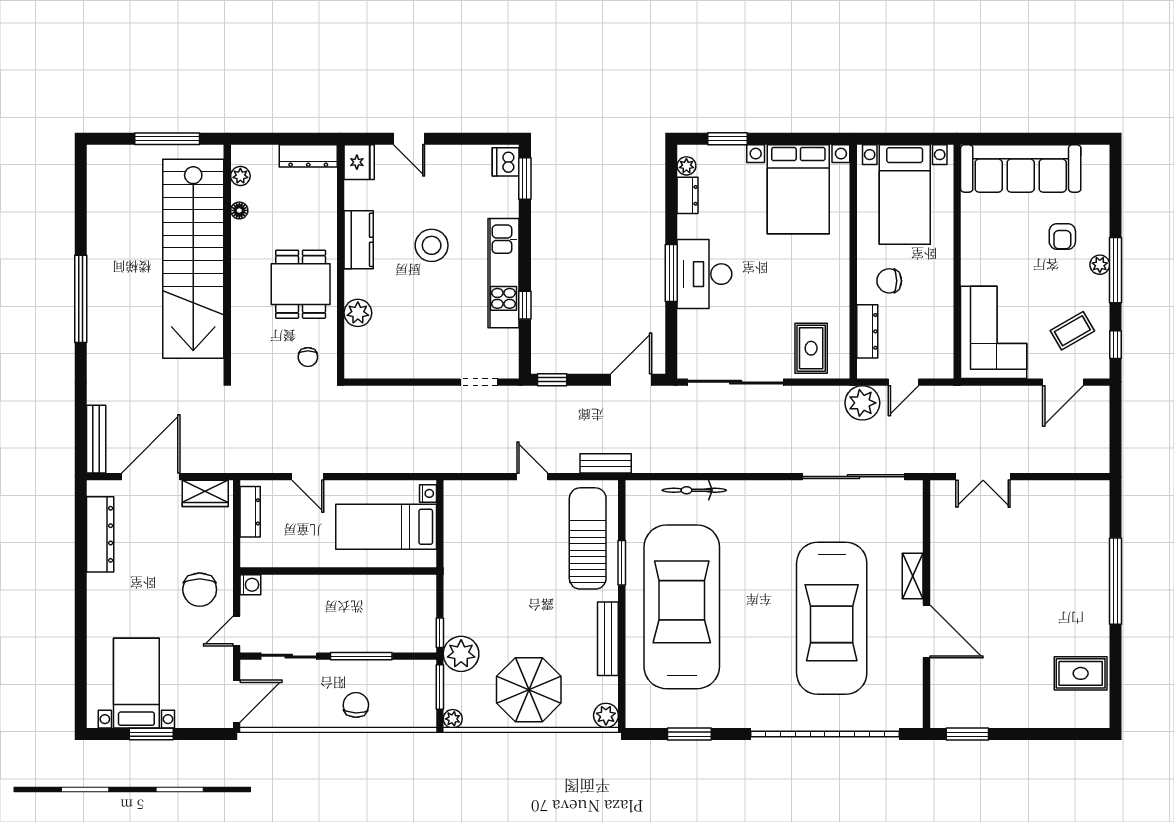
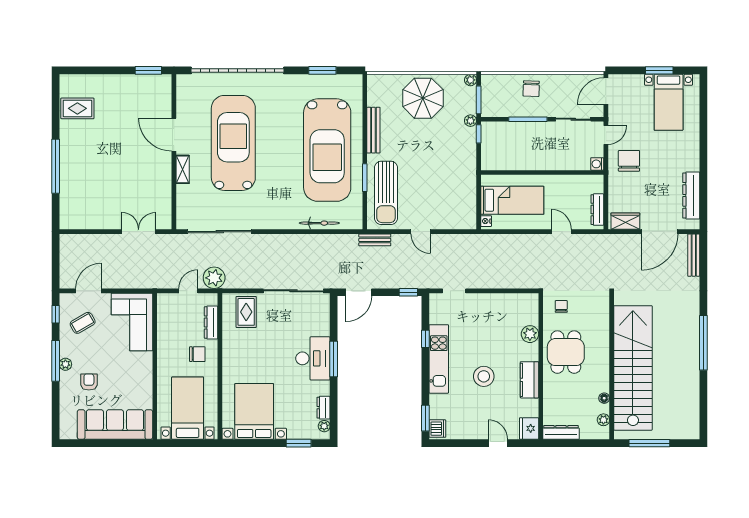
plant: (461, 654) -> (470, 121), width x0.53, depth x0.53
plant: (606, 715) -> (375, 82), removed

